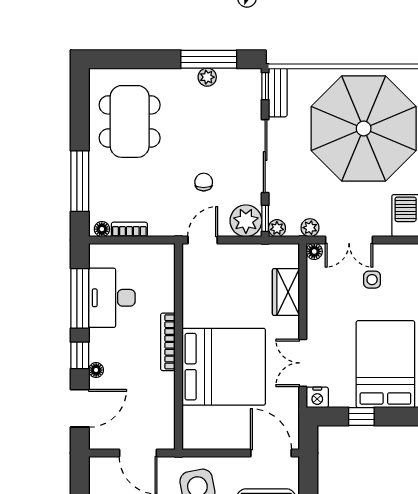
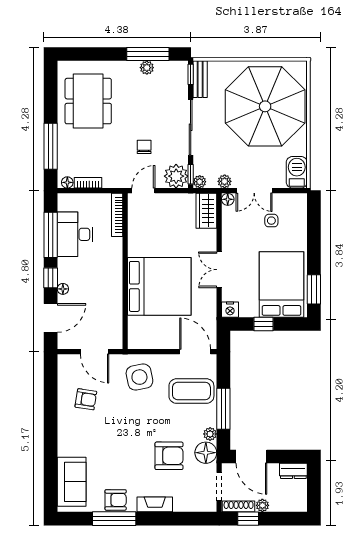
wardrobe: (286, 292) -> (206, 211), moved
bookcase: (168, 342) -> (117, 215), moved
double door: (303, 363) -> (219, 270), moved

